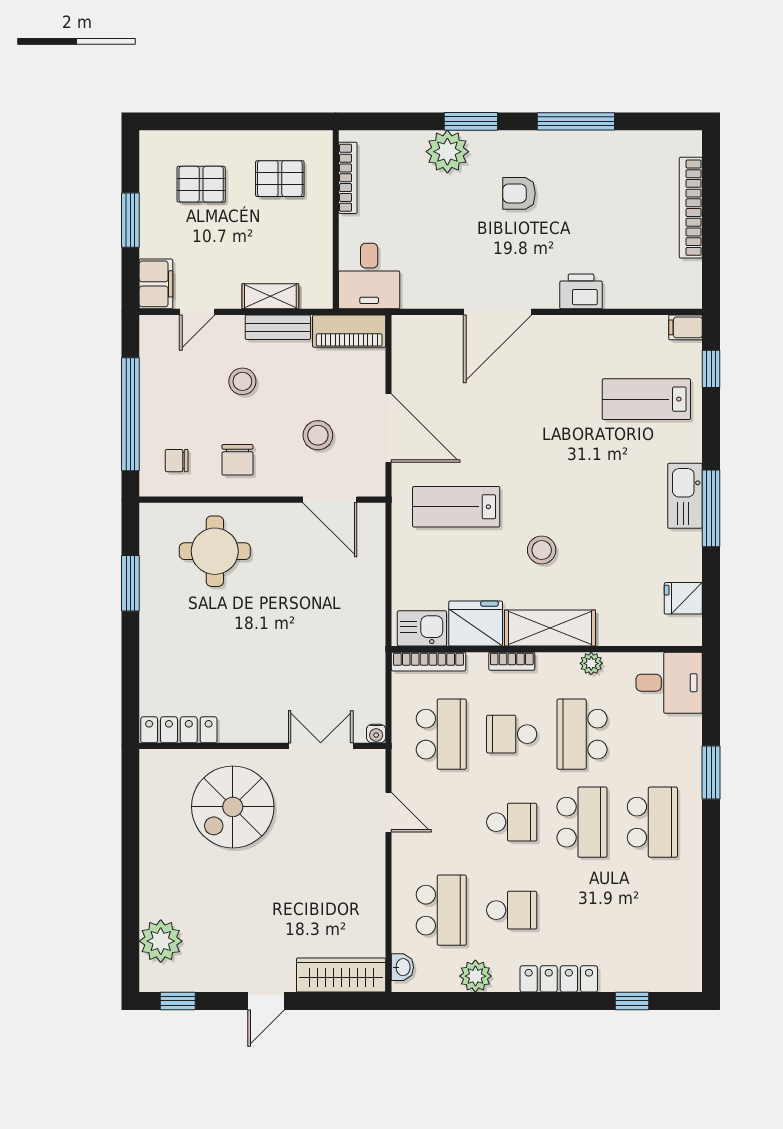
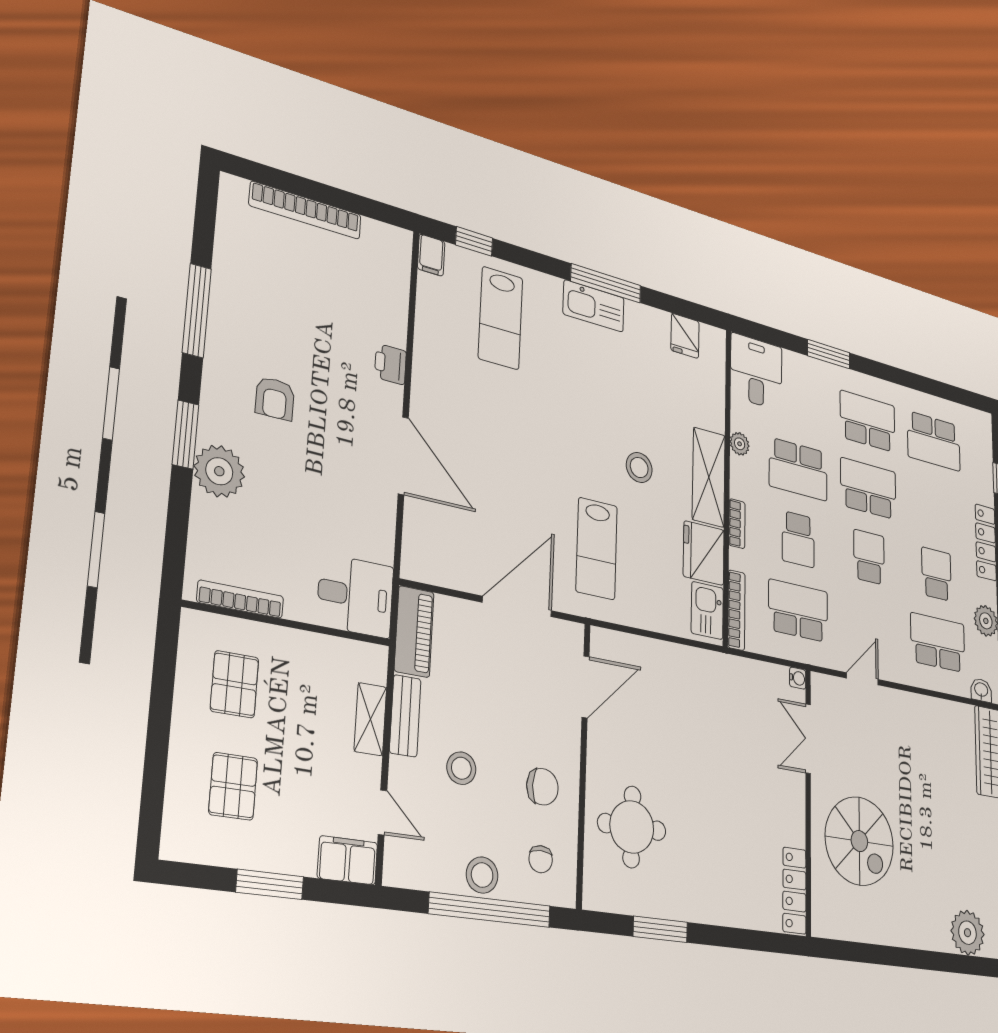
printer: (581, 291) -> (391, 364), width x0.73, depth x0.81
stool: (318, 435) -> (482, 875), moved
school desk: (652, 910) -> (934, 441), added

